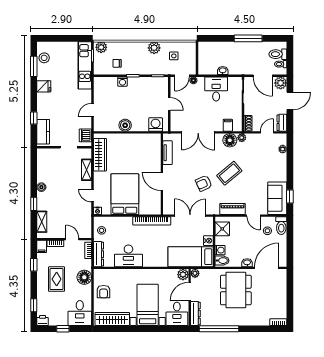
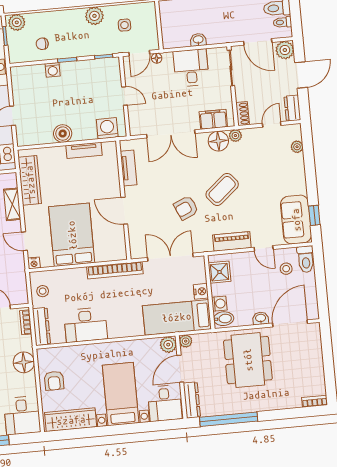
filing cabinet: (228, 125) -> (213, 119), width x2.00
tv unit: (139, 138) -> (84, 150), added

